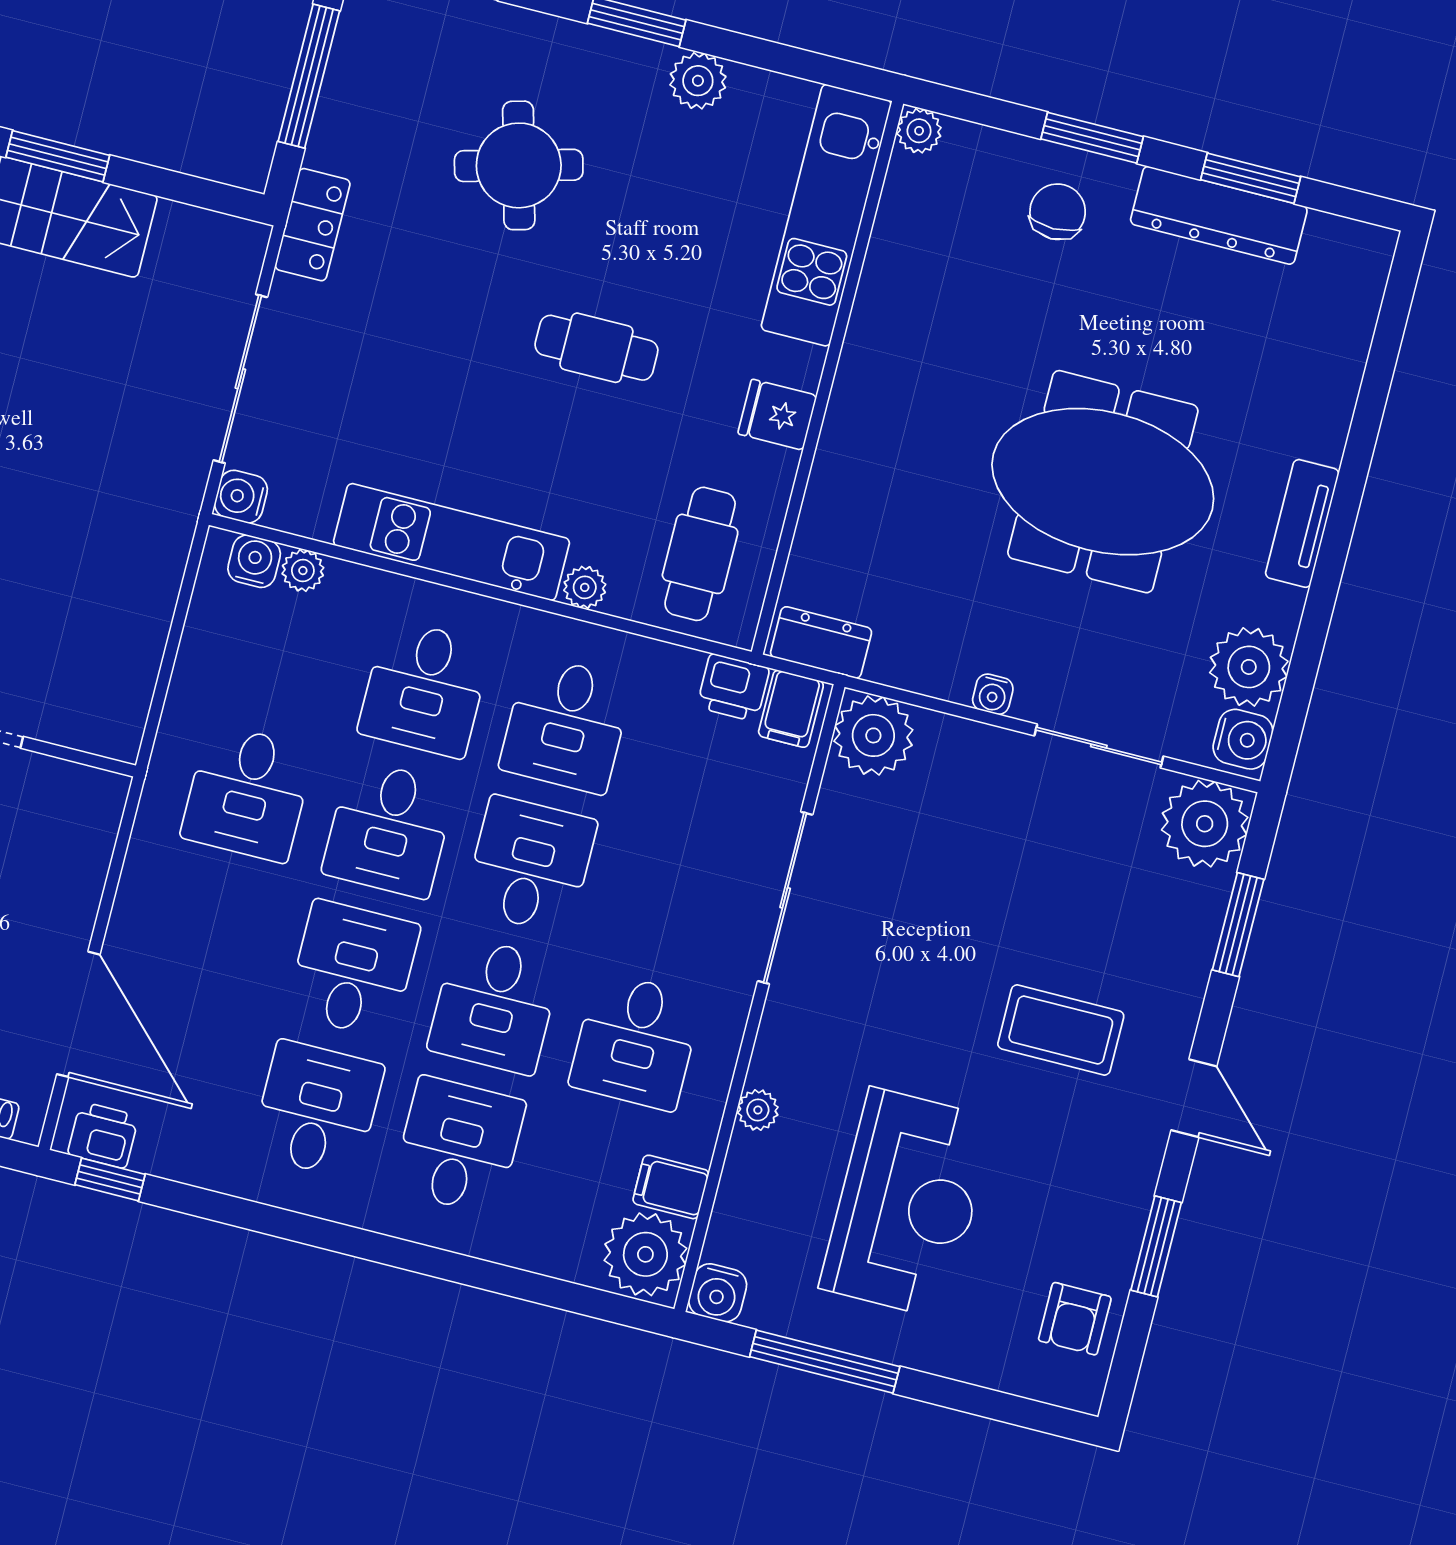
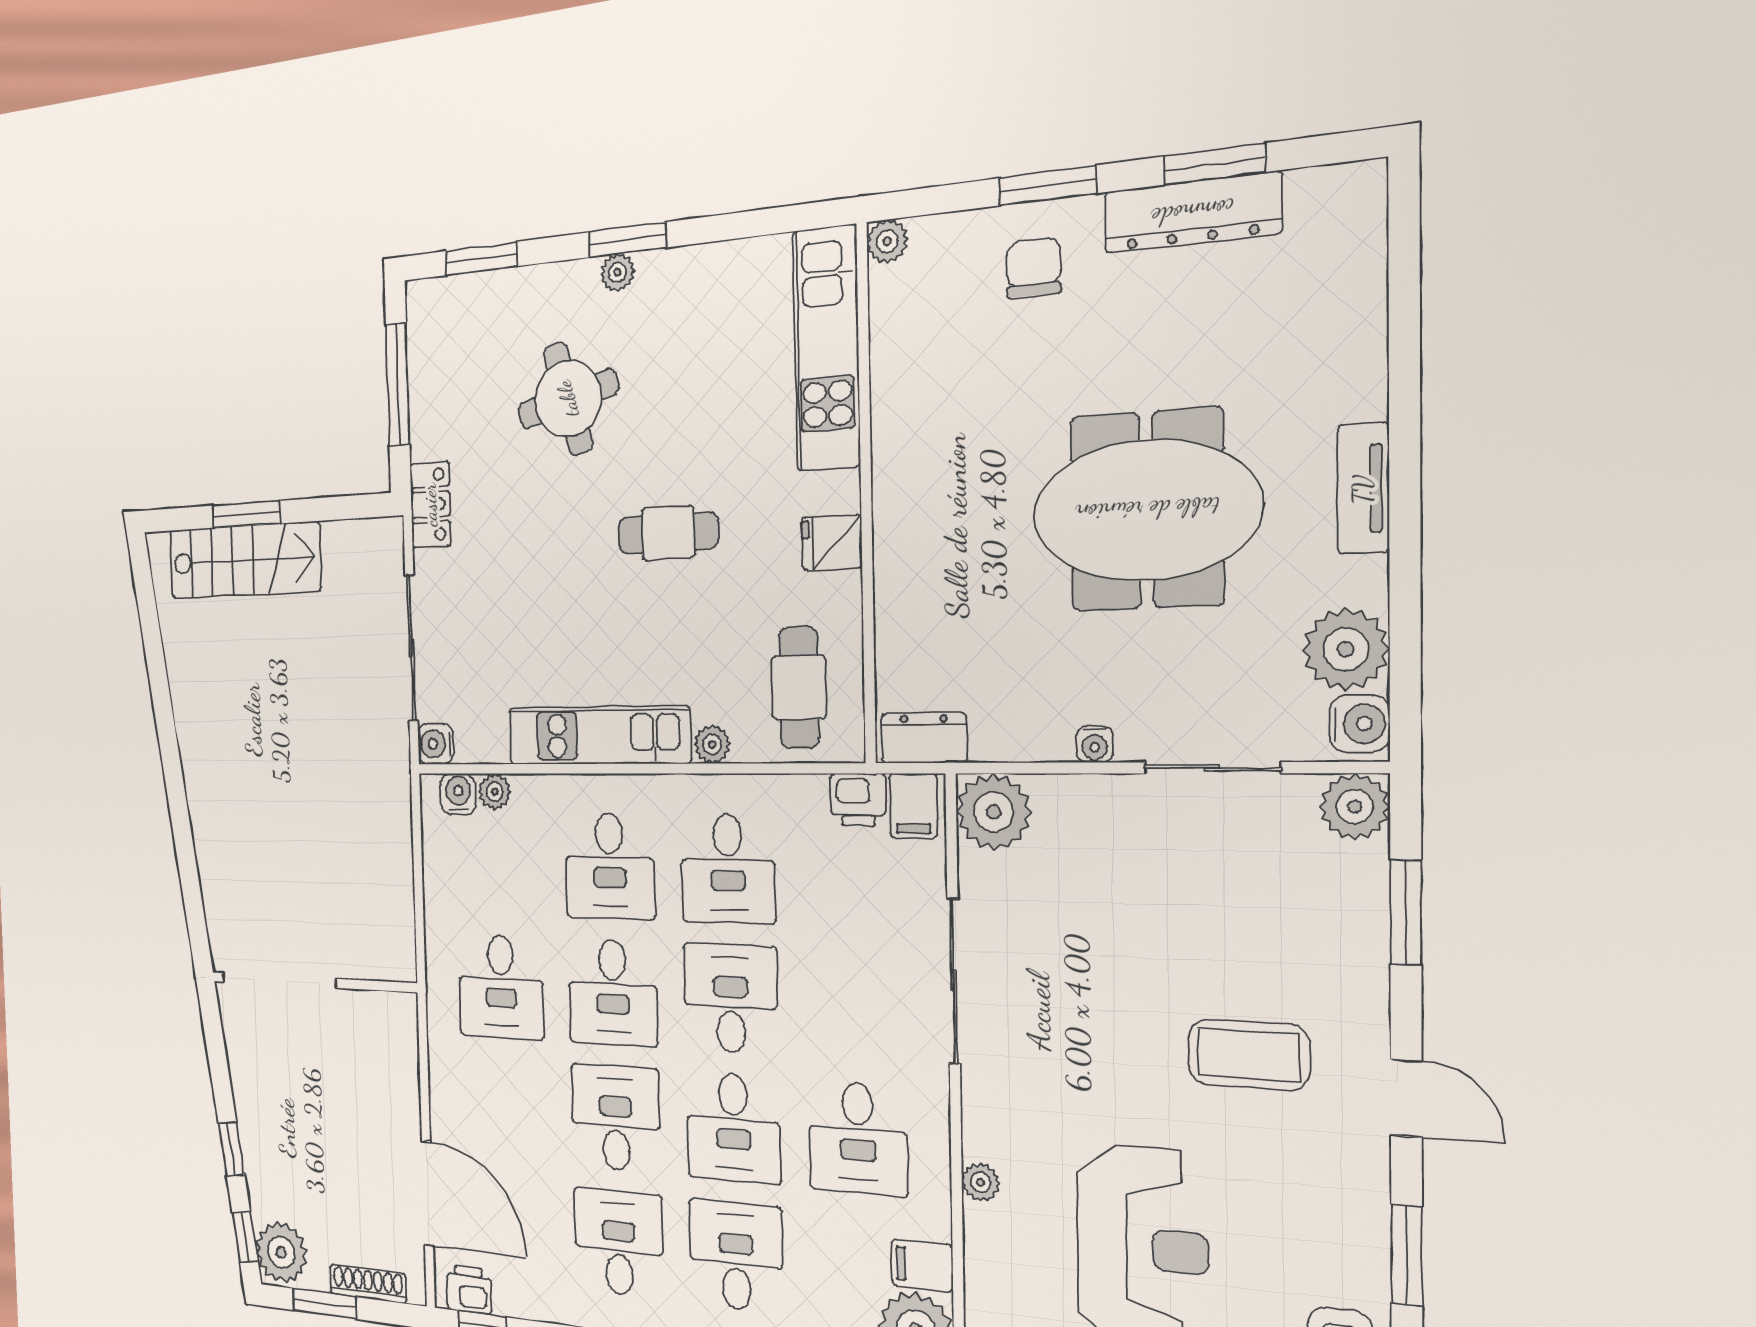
plant: (698, 81) -> (617, 272), moved, width x0.73, depth x0.73
plant: (1205, 824) -> (1355, 806), width x0.73, depth x0.73

